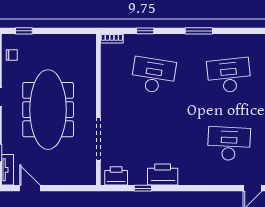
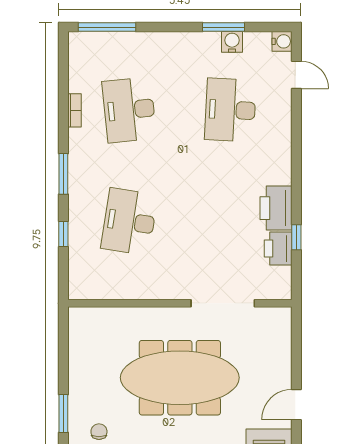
window: (24, 31) -> (63, 414), width x1.50
window: (199, 31) -> (63, 174), moved
bookcase: (112, 38) -> (74, 110), moved
printer: (116, 176) -> (278, 249), moved

